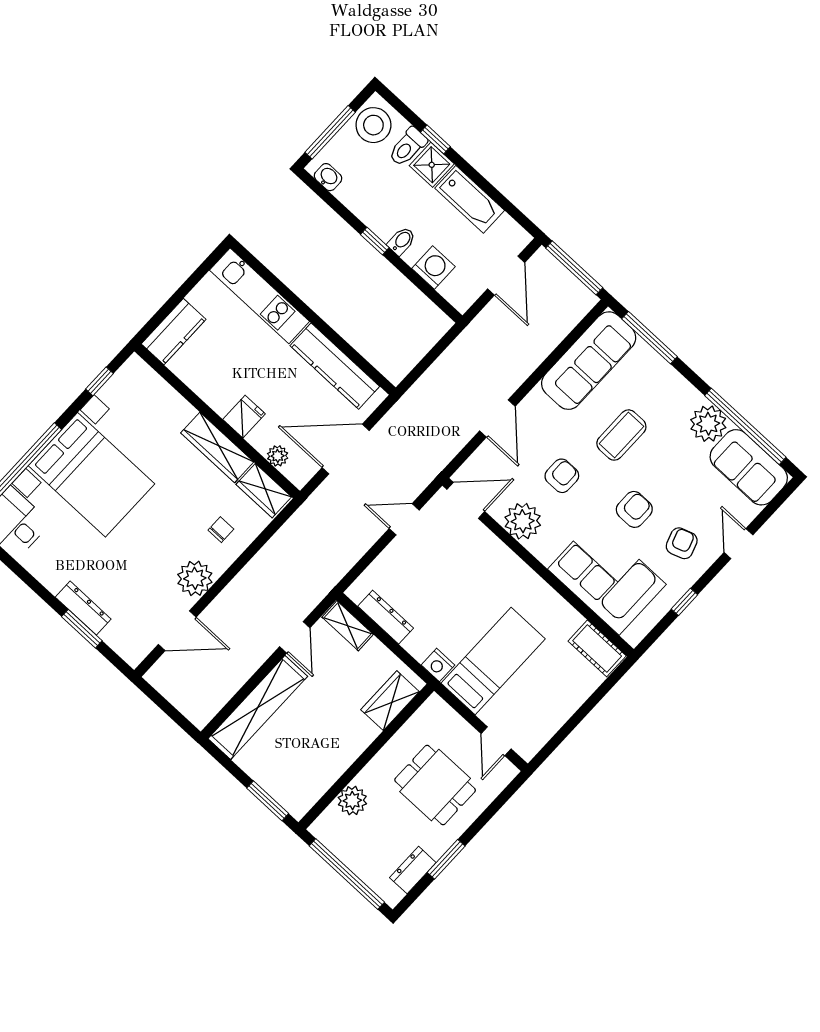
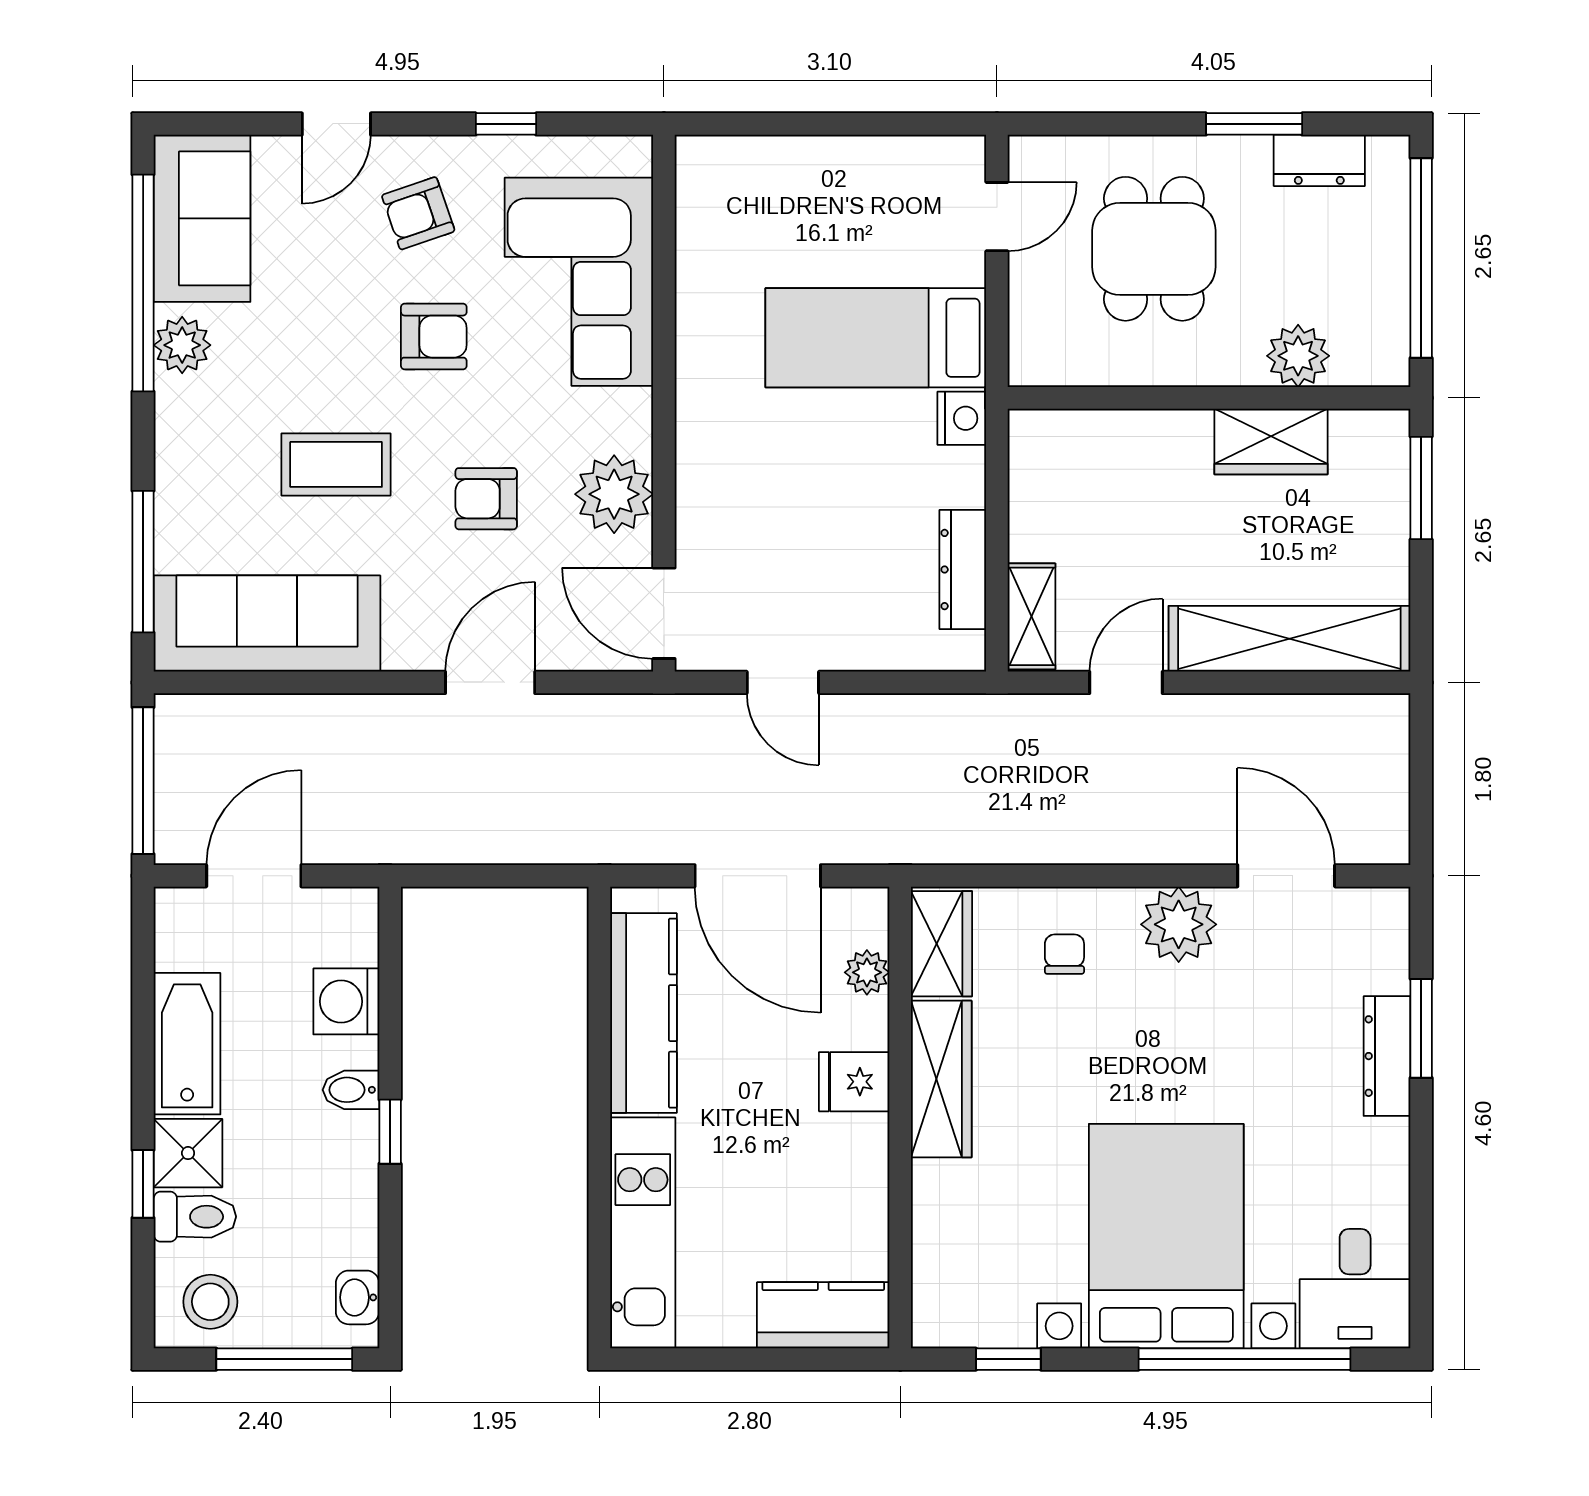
stool: (373, 125) -> (210, 1302), width x0.73, depth x0.73
plant: (708, 424) -> (182, 345), width x0.73, depth x0.73
armchair: (634, 509) -> (434, 337), turned 180
chair: (221, 530) -> (1064, 954), turned 90
cot: (597, 648) -> (705, 193), removed
wardrobe: (390, 701) -> (1271, 441), moved

